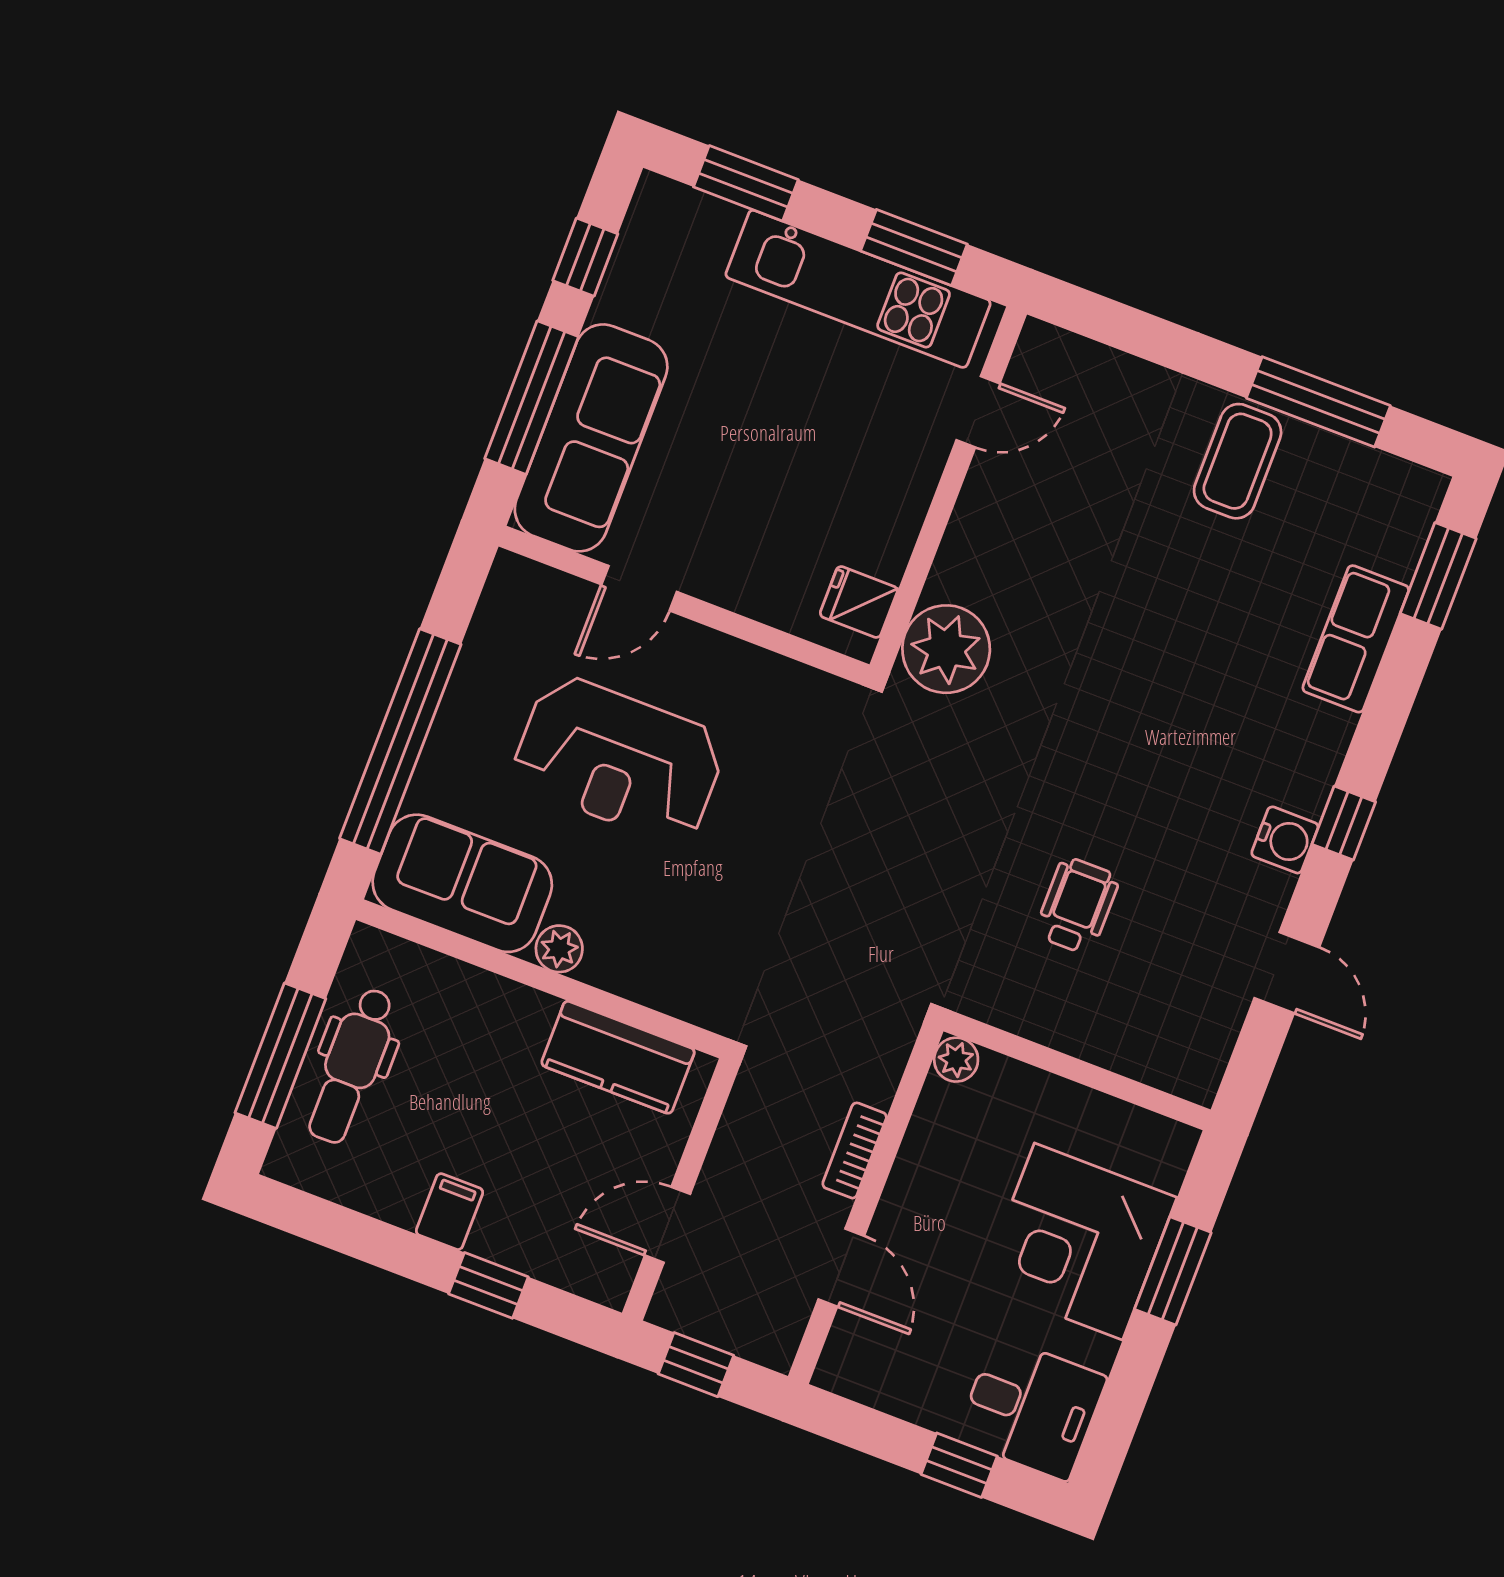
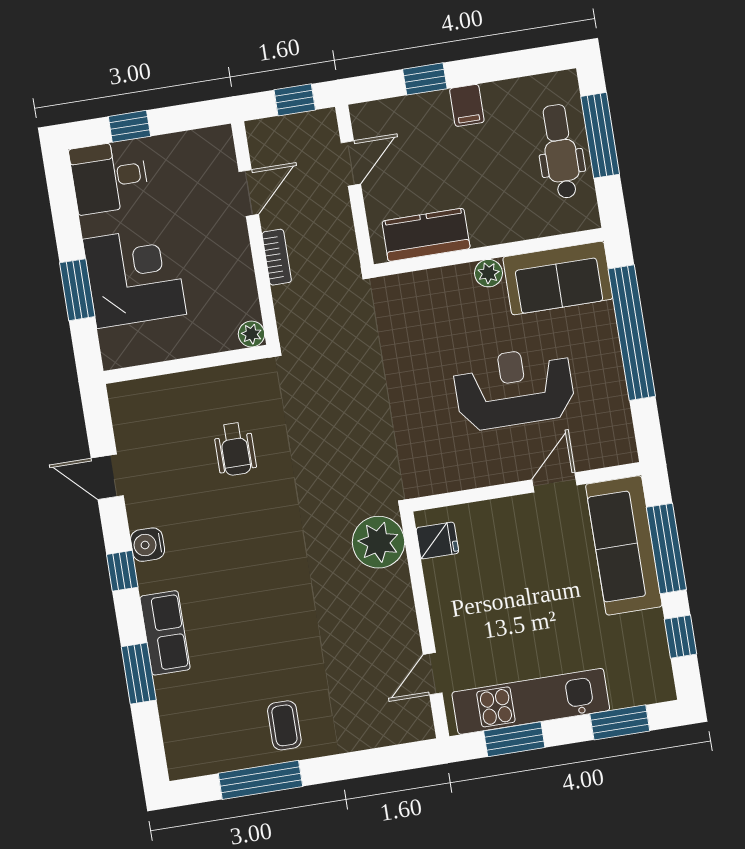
coffee table: (1238, 461) -> (284, 725), width x0.73, depth x0.77
window: (1438, 576) -> (139, 673), moved
row of seats: (1356, 639) -> (165, 633), moved
door: (841, 1268) -> (249, 193), swing flipped

